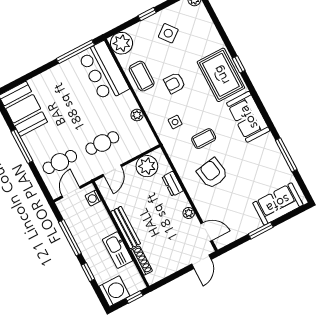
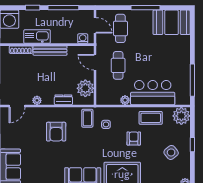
bar counter: (103, 72) -> (153, 93), moved
coffee table: (204, 139) -> (87, 118), moved
armchair: (212, 173) -> (56, 132), turned 100

